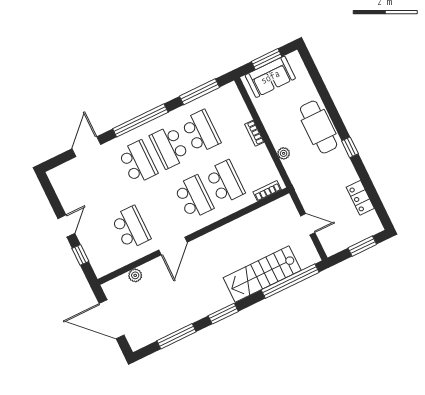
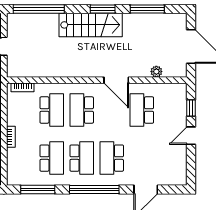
school desk: (201, 132) -> (52, 158), turned 180
school desk: (225, 182) -> (52, 110), turned 180
door: (173, 246) -> (116, 80), swing flipped
stairs: (262, 274) -> (91, 25), moved

